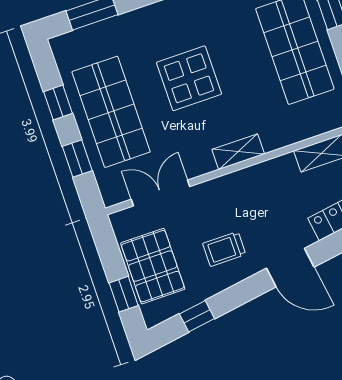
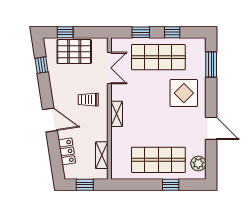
display table: (189, 78) -> (184, 93), moved
trolley: (224, 249) -> (88, 100), moved, turned -90
door: (290, 268) -> (50, 120), swing flipped

